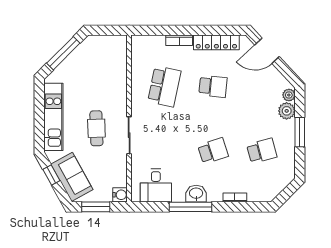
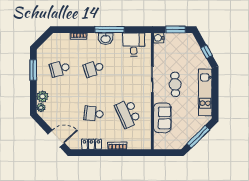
locker: (216, 42) -> (91, 144), width x0.66
school desk: (164, 86) -> (128, 114), turned -36
window: (300, 132) -> (33, 70), moved
sofa: (72, 177) -> (162, 118), moved, turned -151

